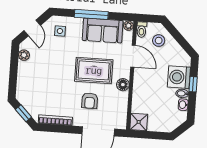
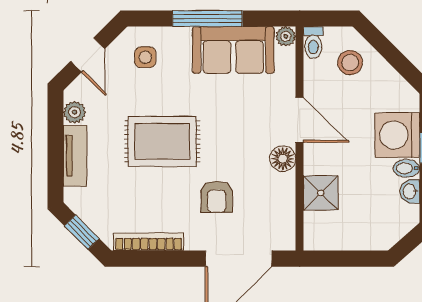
door: (133, 56) -> (300, 120), moved
rug: (94, 70) -> (162, 141), moved
tv unit: (23, 76) -> (75, 156), added
shower: (139, 122) -> (321, 193), moved

